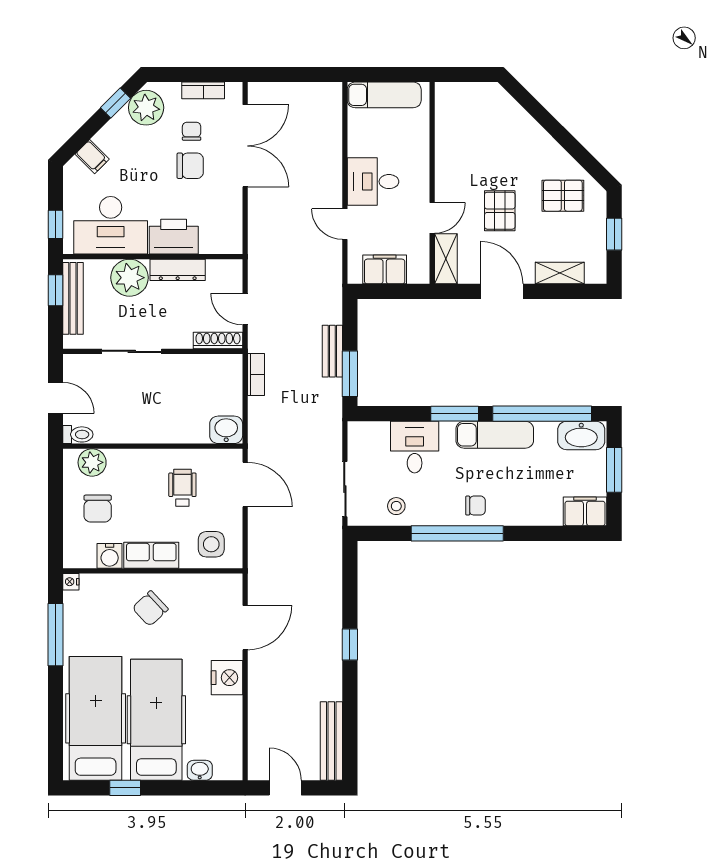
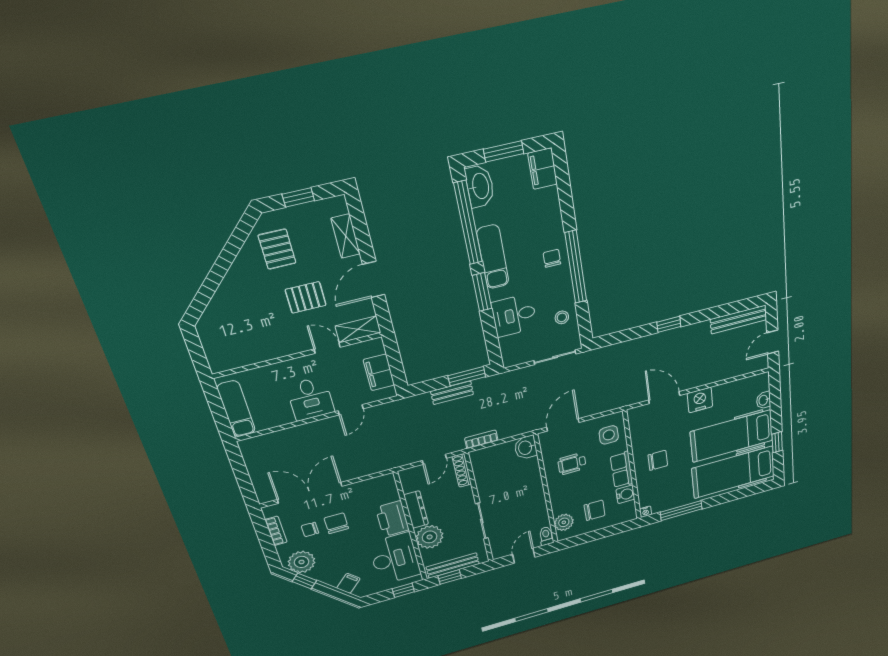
chair: (150, 608) -> (658, 460), turned -47

